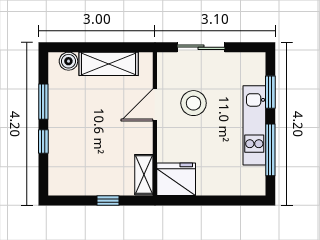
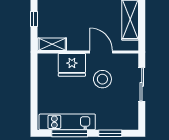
kitchen unit: (254, 125) -> (67, 122), moved
fridge: (176, 179) -> (72, 65), moved, turned 90

